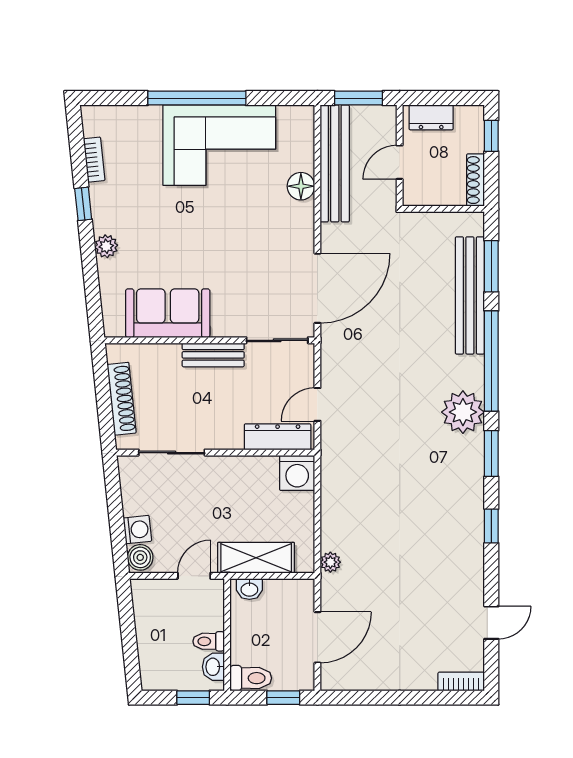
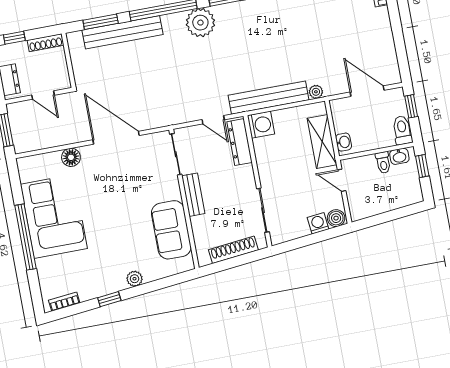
bookcase: (94, 160) -> (64, 302), moved
bench: (335, 163) -> (268, 98), moved
door: (317, 288) -> (116, 138), moved

